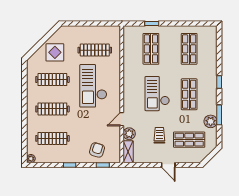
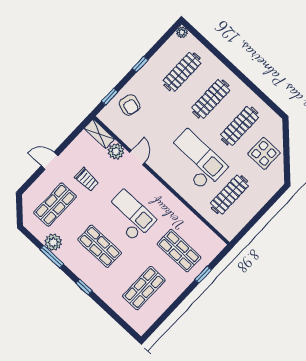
shop shelf: (189, 49) -> (144, 288), turned 90

